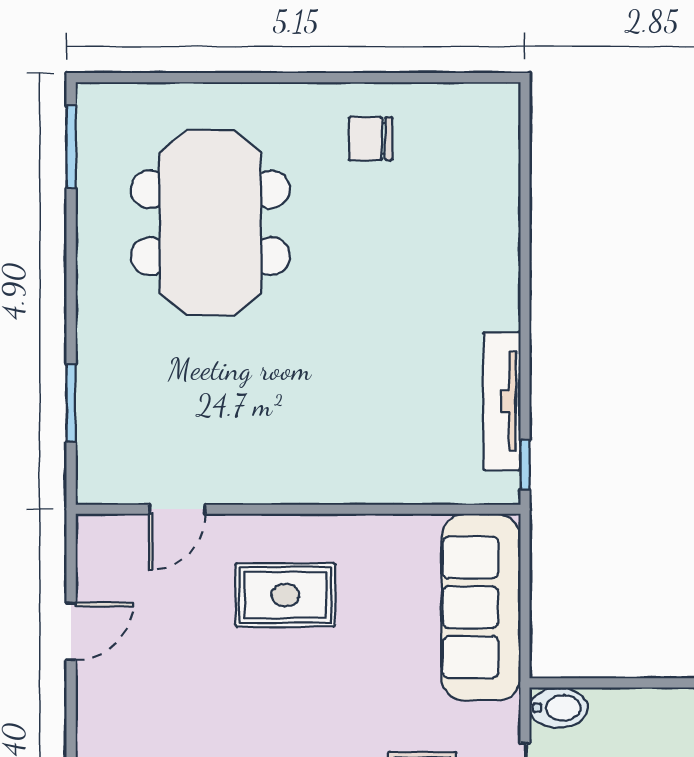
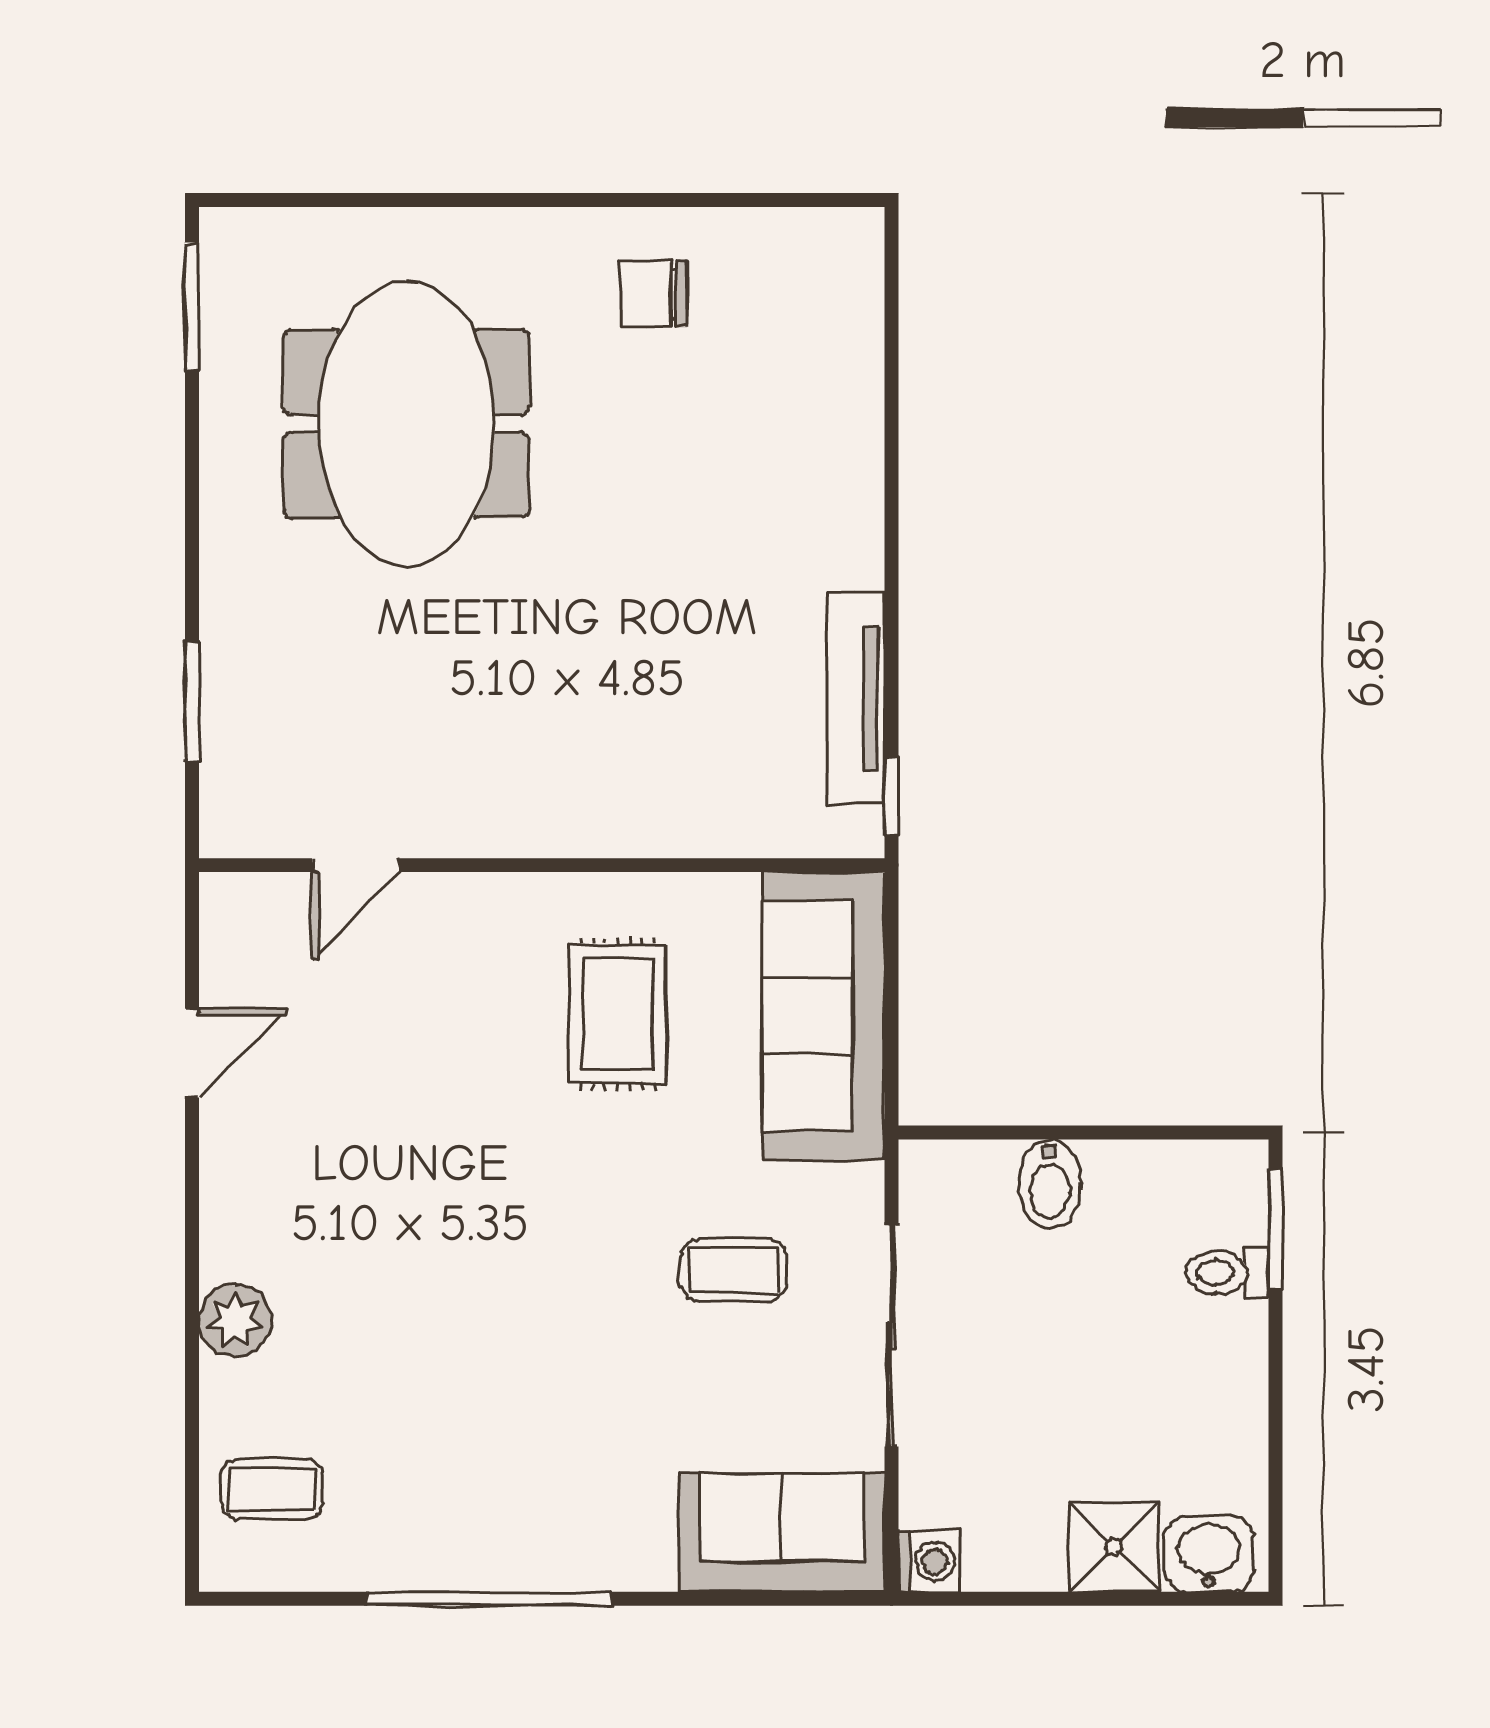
rug: (285, 595) -> (617, 1014), moved, turned 90
bidet: (559, 708) -> (1050, 1184), moved, turned 90

